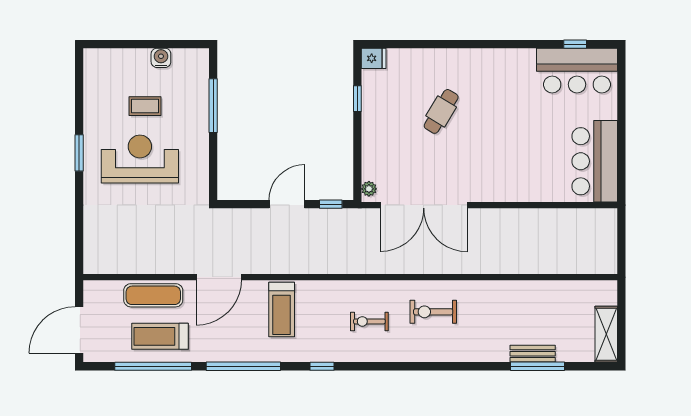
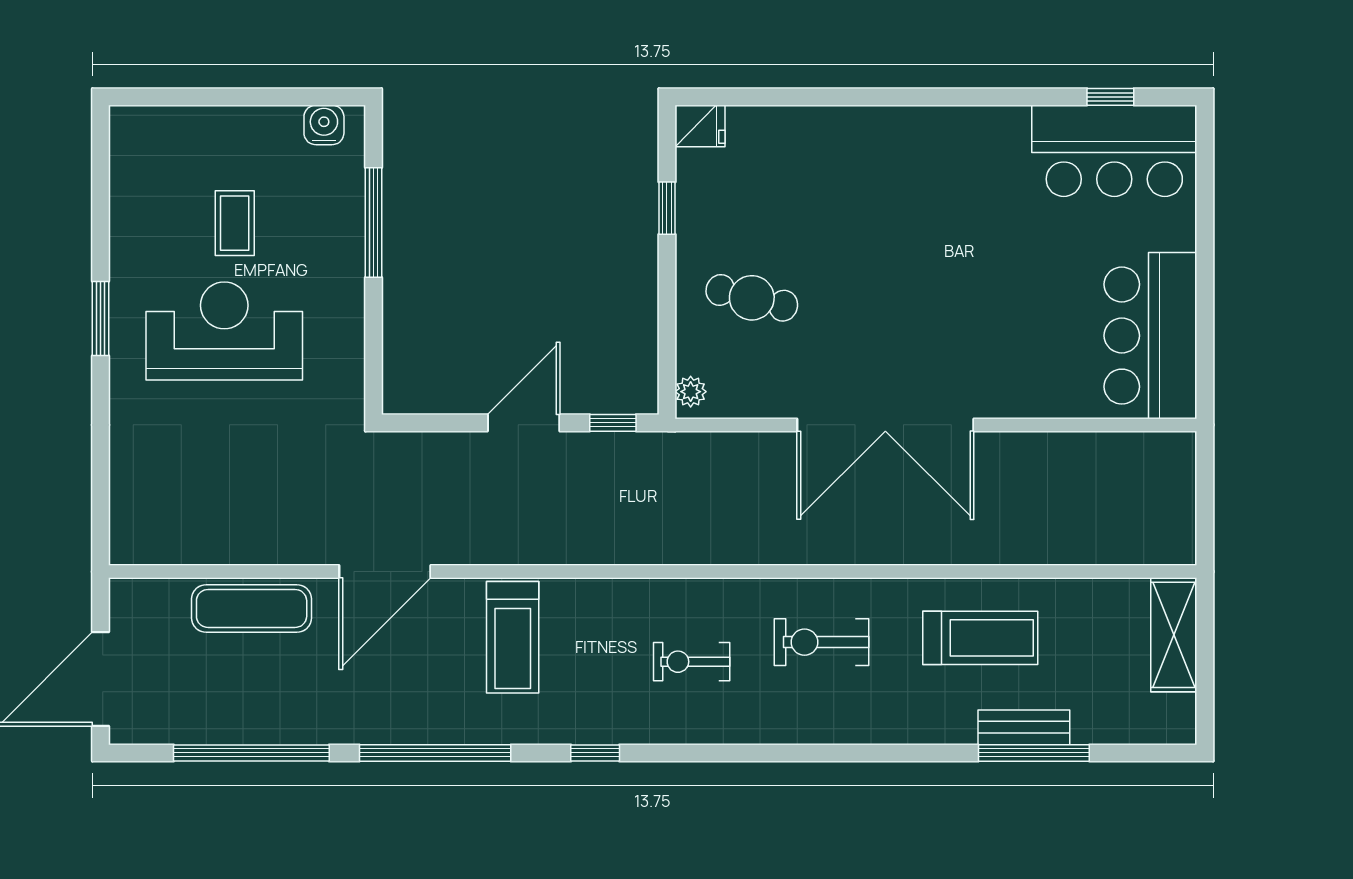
water cooler: (161, 58) -> (324, 125), moved
coffee table: (145, 106) -> (235, 223), turned 90
cafe table: (441, 111) -> (752, 298), moved, turned 73
double door: (424, 205) -> (885, 425), moved
shelving: (606, 334) -> (1174, 635), moved
treadmill: (160, 336) -> (980, 638), moved, turned 180

